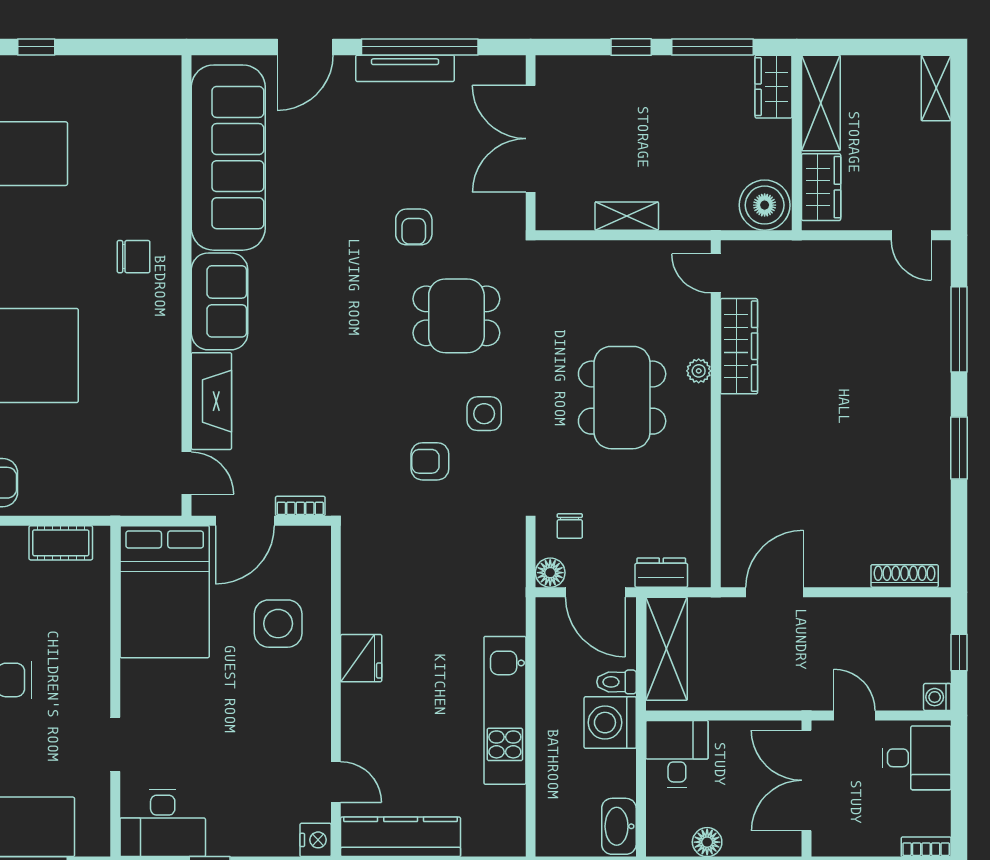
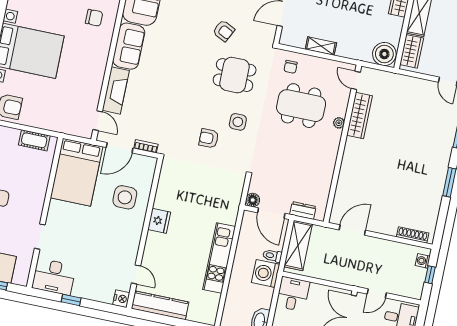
armchair: (414, 227) -> (224, 31), turned -64
dining table: (622, 398) -> (301, 106), moved, turned 90
chair: (570, 526) -> (291, 67), moved
washing machine: (937, 697) -> (423, 261), moved
door: (855, 716) -> (377, 293), swing flipped

